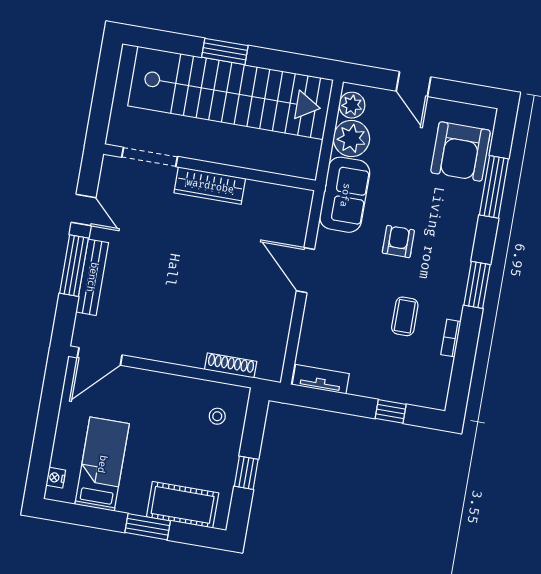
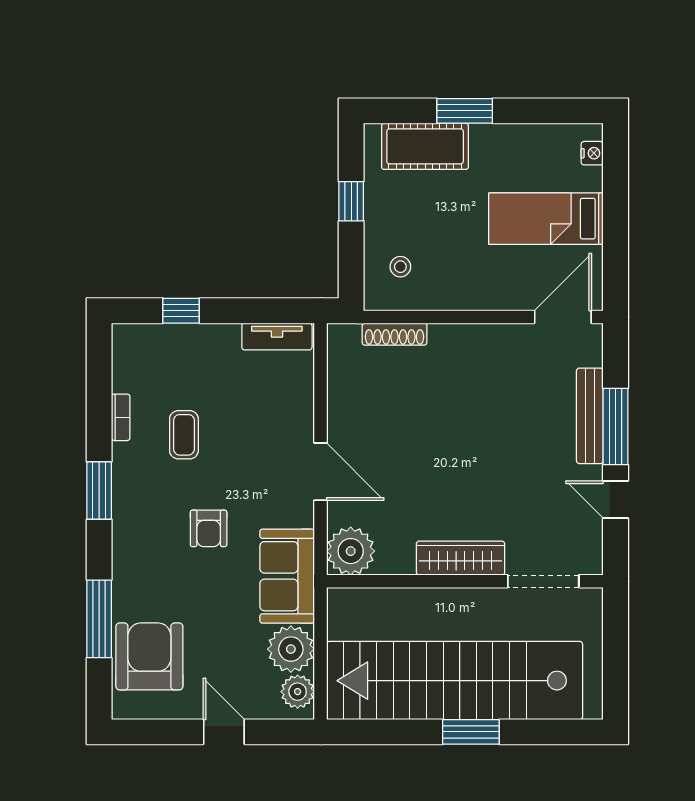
plant: (293, 205) -> (351, 551), added
bed: (102, 464) -> (546, 219), moved, turned 90

